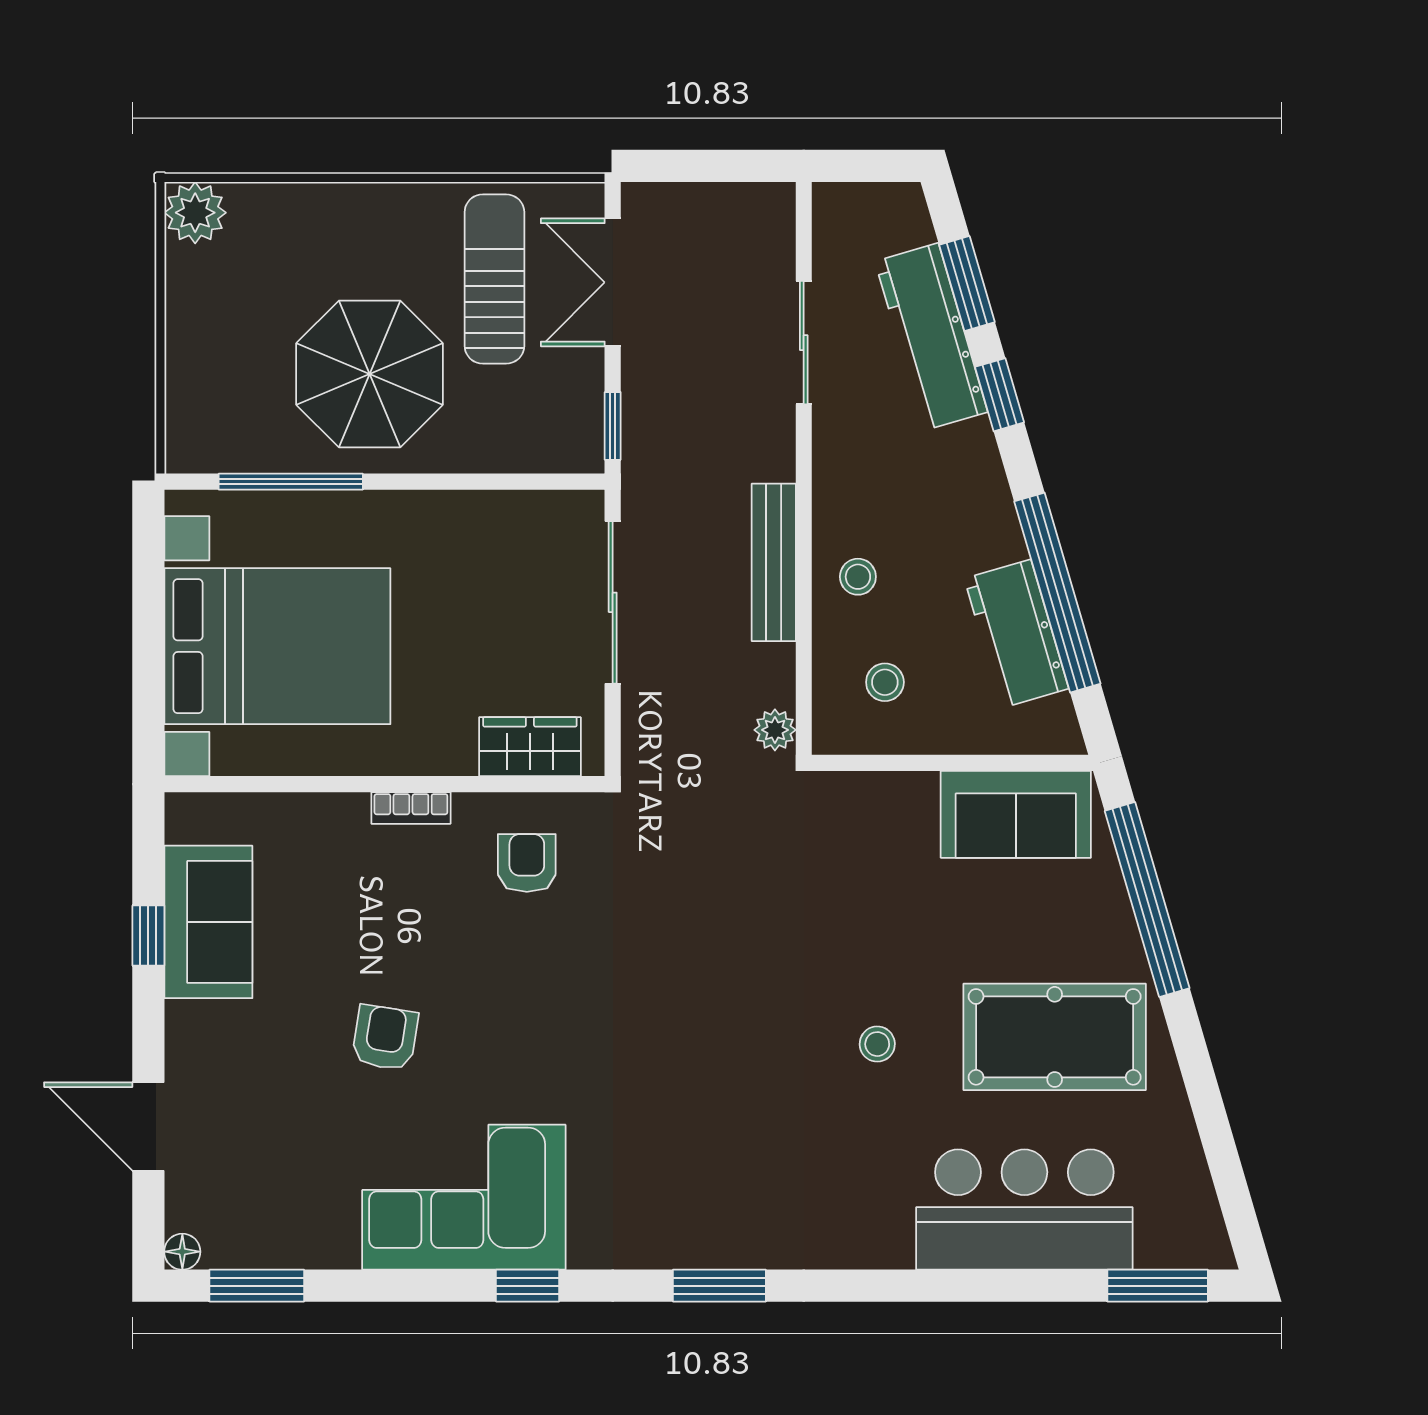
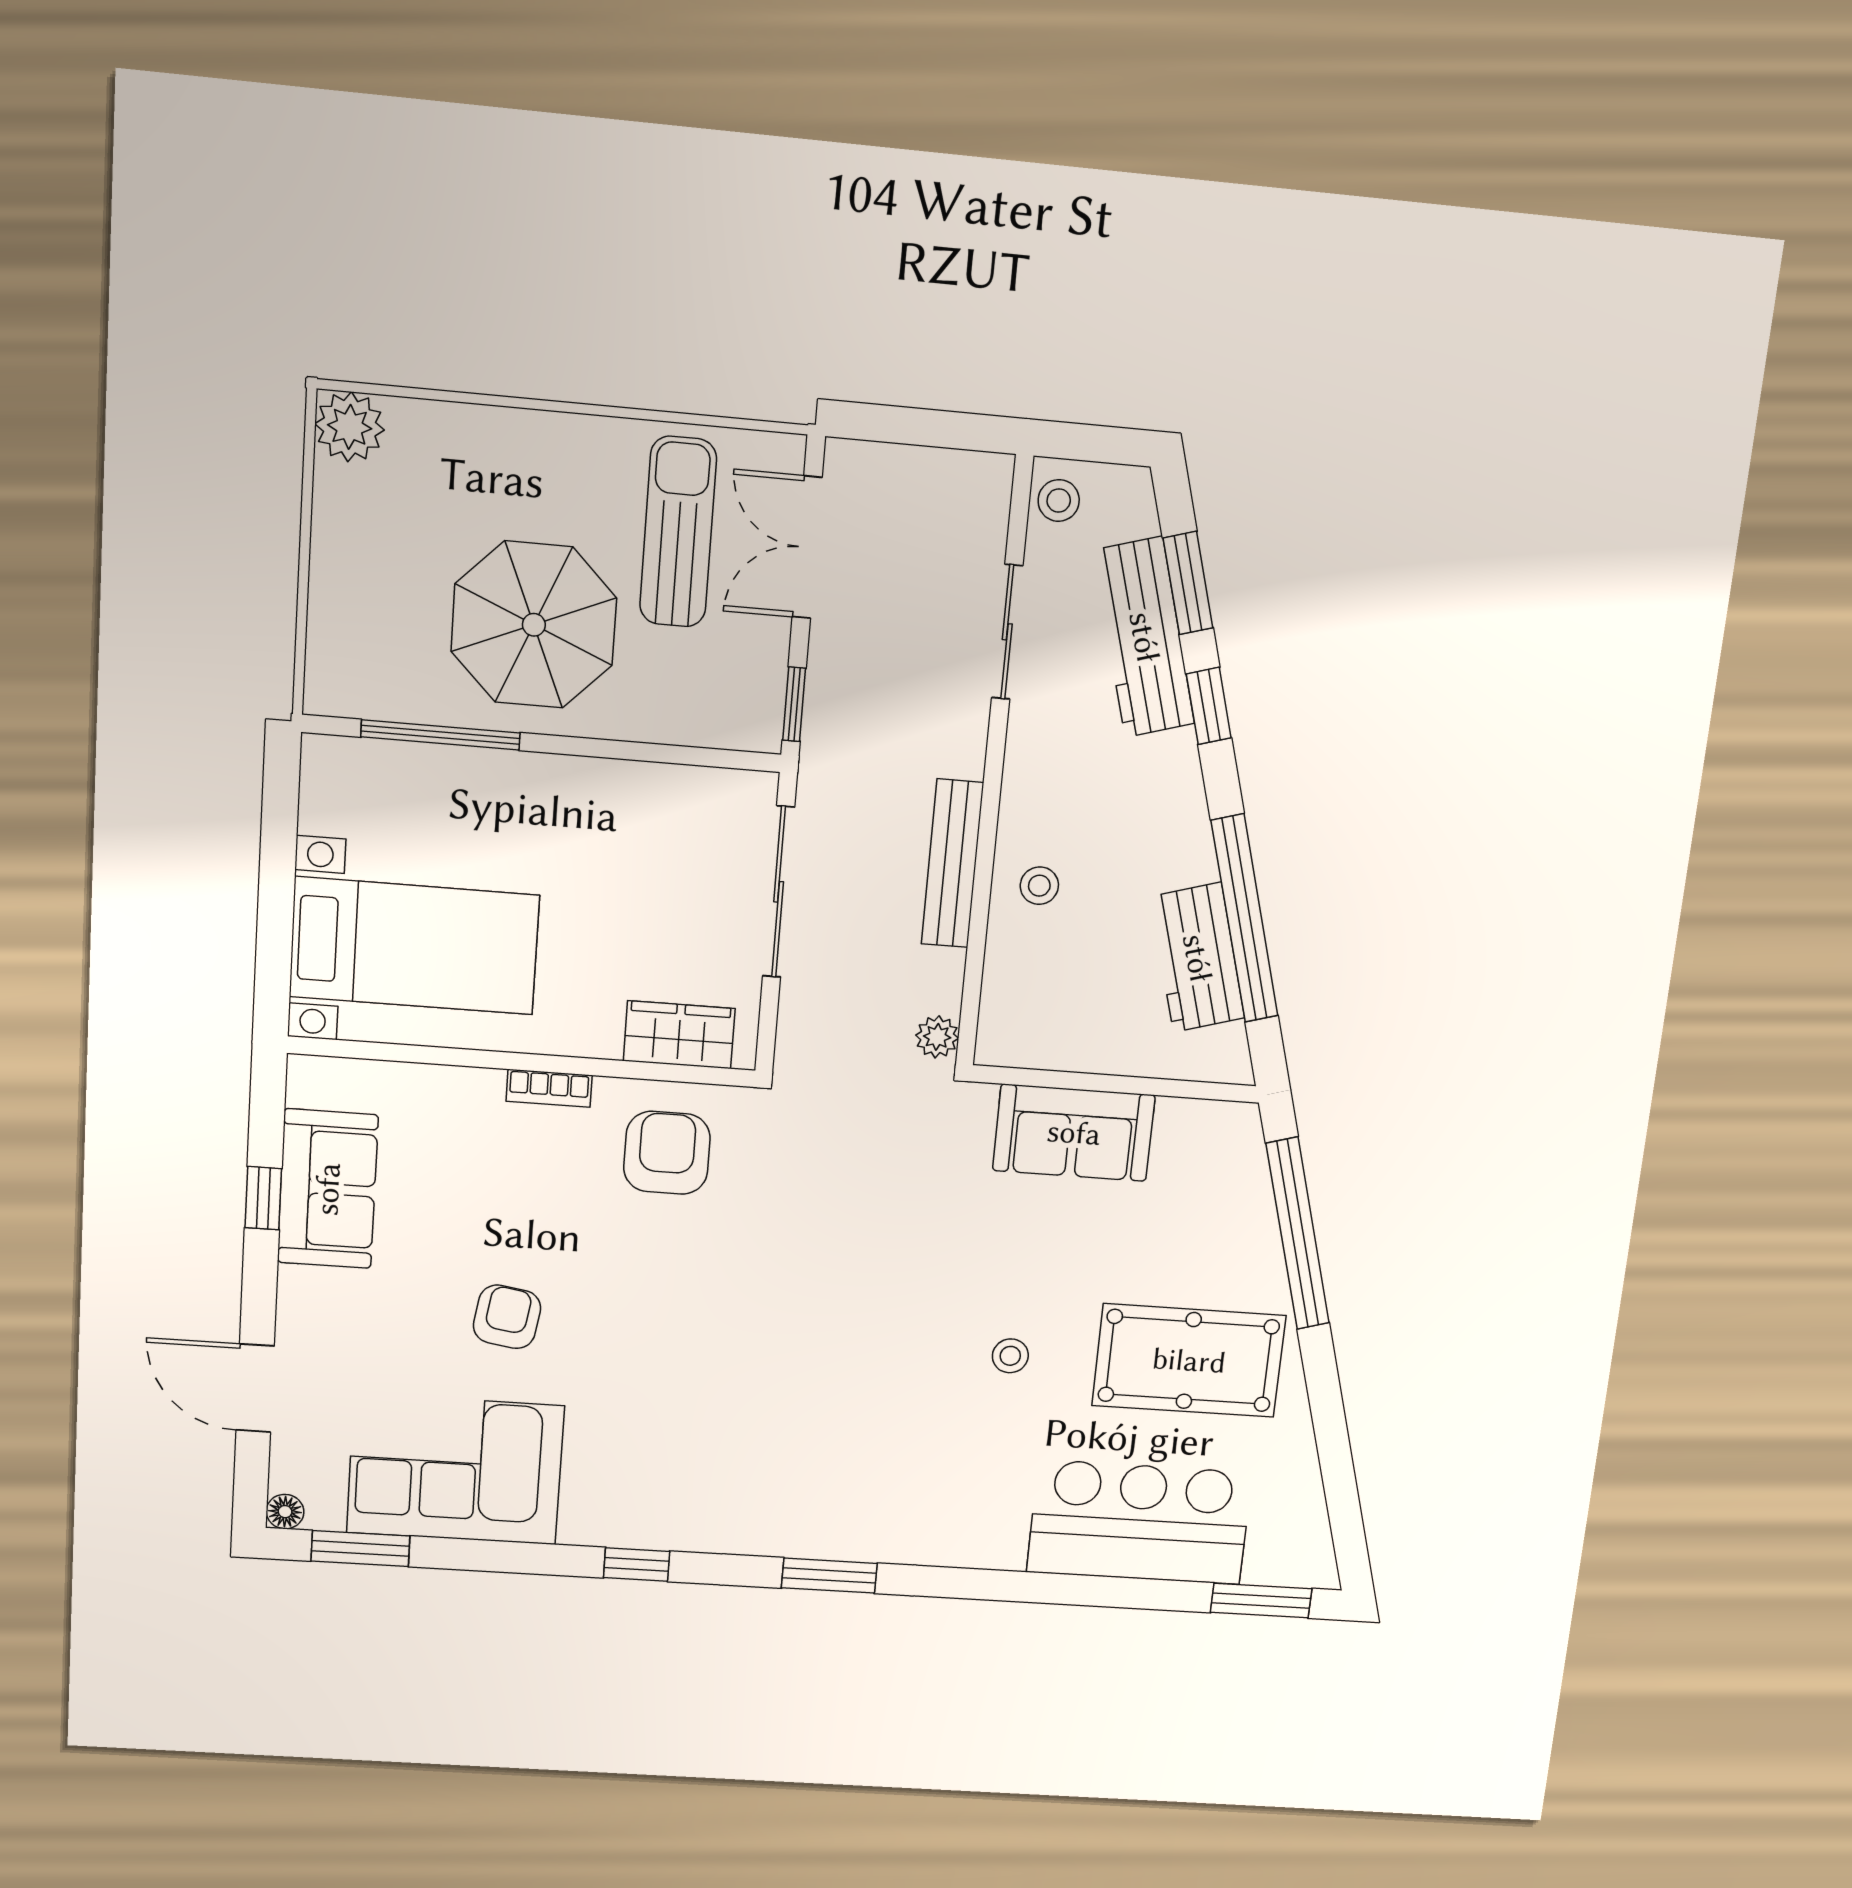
bed with nightstands: (277, 646) -> (414, 946), width x0.73
stool: (885, 682) -> (1059, 500), moved
sofa: (1016, 814) -> (1074, 1133), moved
armchair: (527, 863) -> (667, 1153), width x1.38, depth x1.38
corner sofa: (464, 1197) -> (455, 1469), moved

